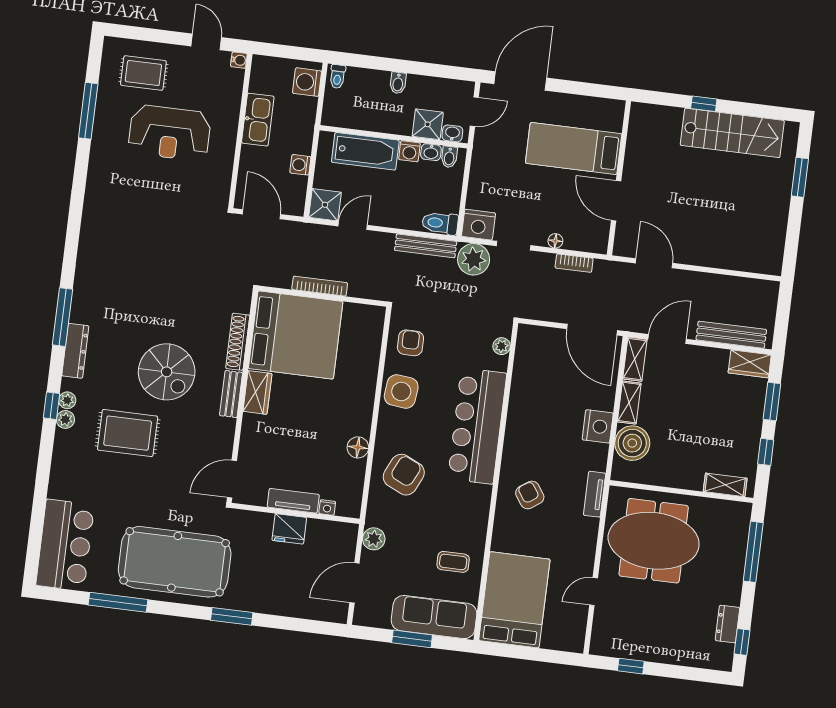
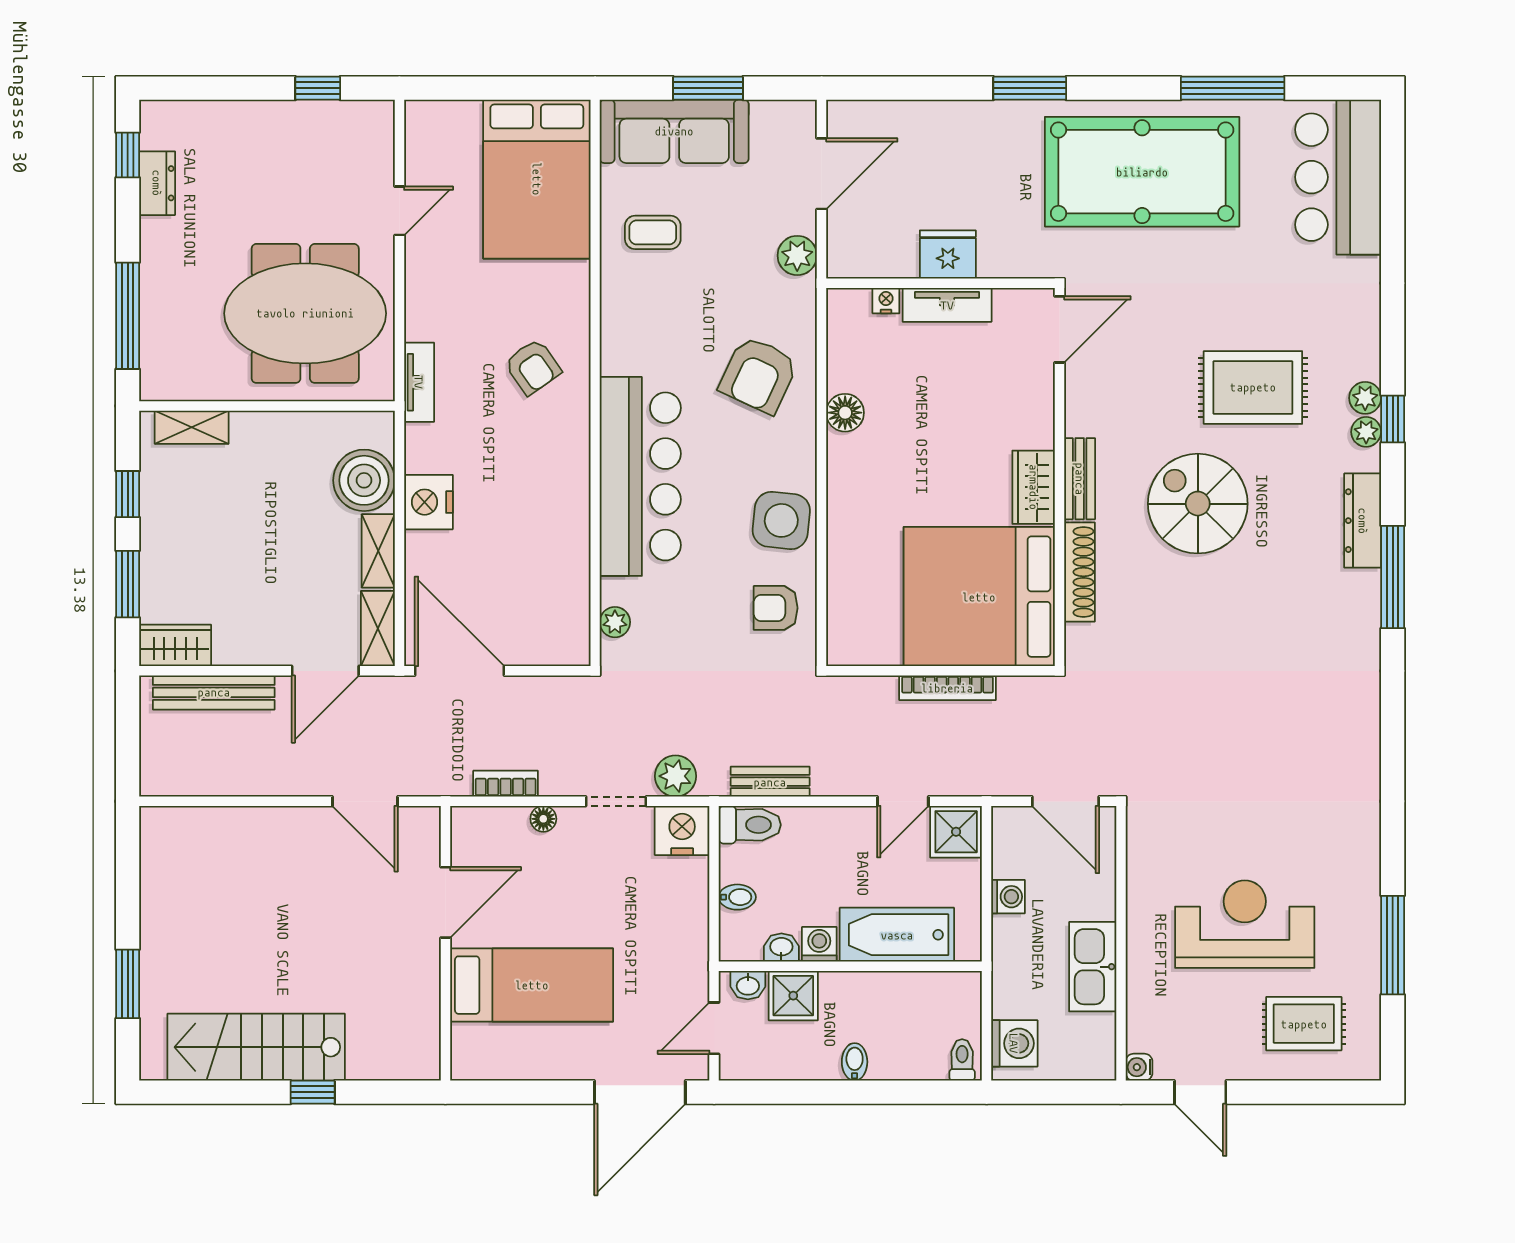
bidet: (449, 157) -> (737, 897), moved, turned 90
door: (616, 201) -> (445, 902), hinge flipped
bench: (426, 246) -> (770, 782), width x0.73
plant: (474, 259) -> (676, 776), width x0.73, depth x0.73
armchair: (410, 343) -> (776, 608), turned 90

